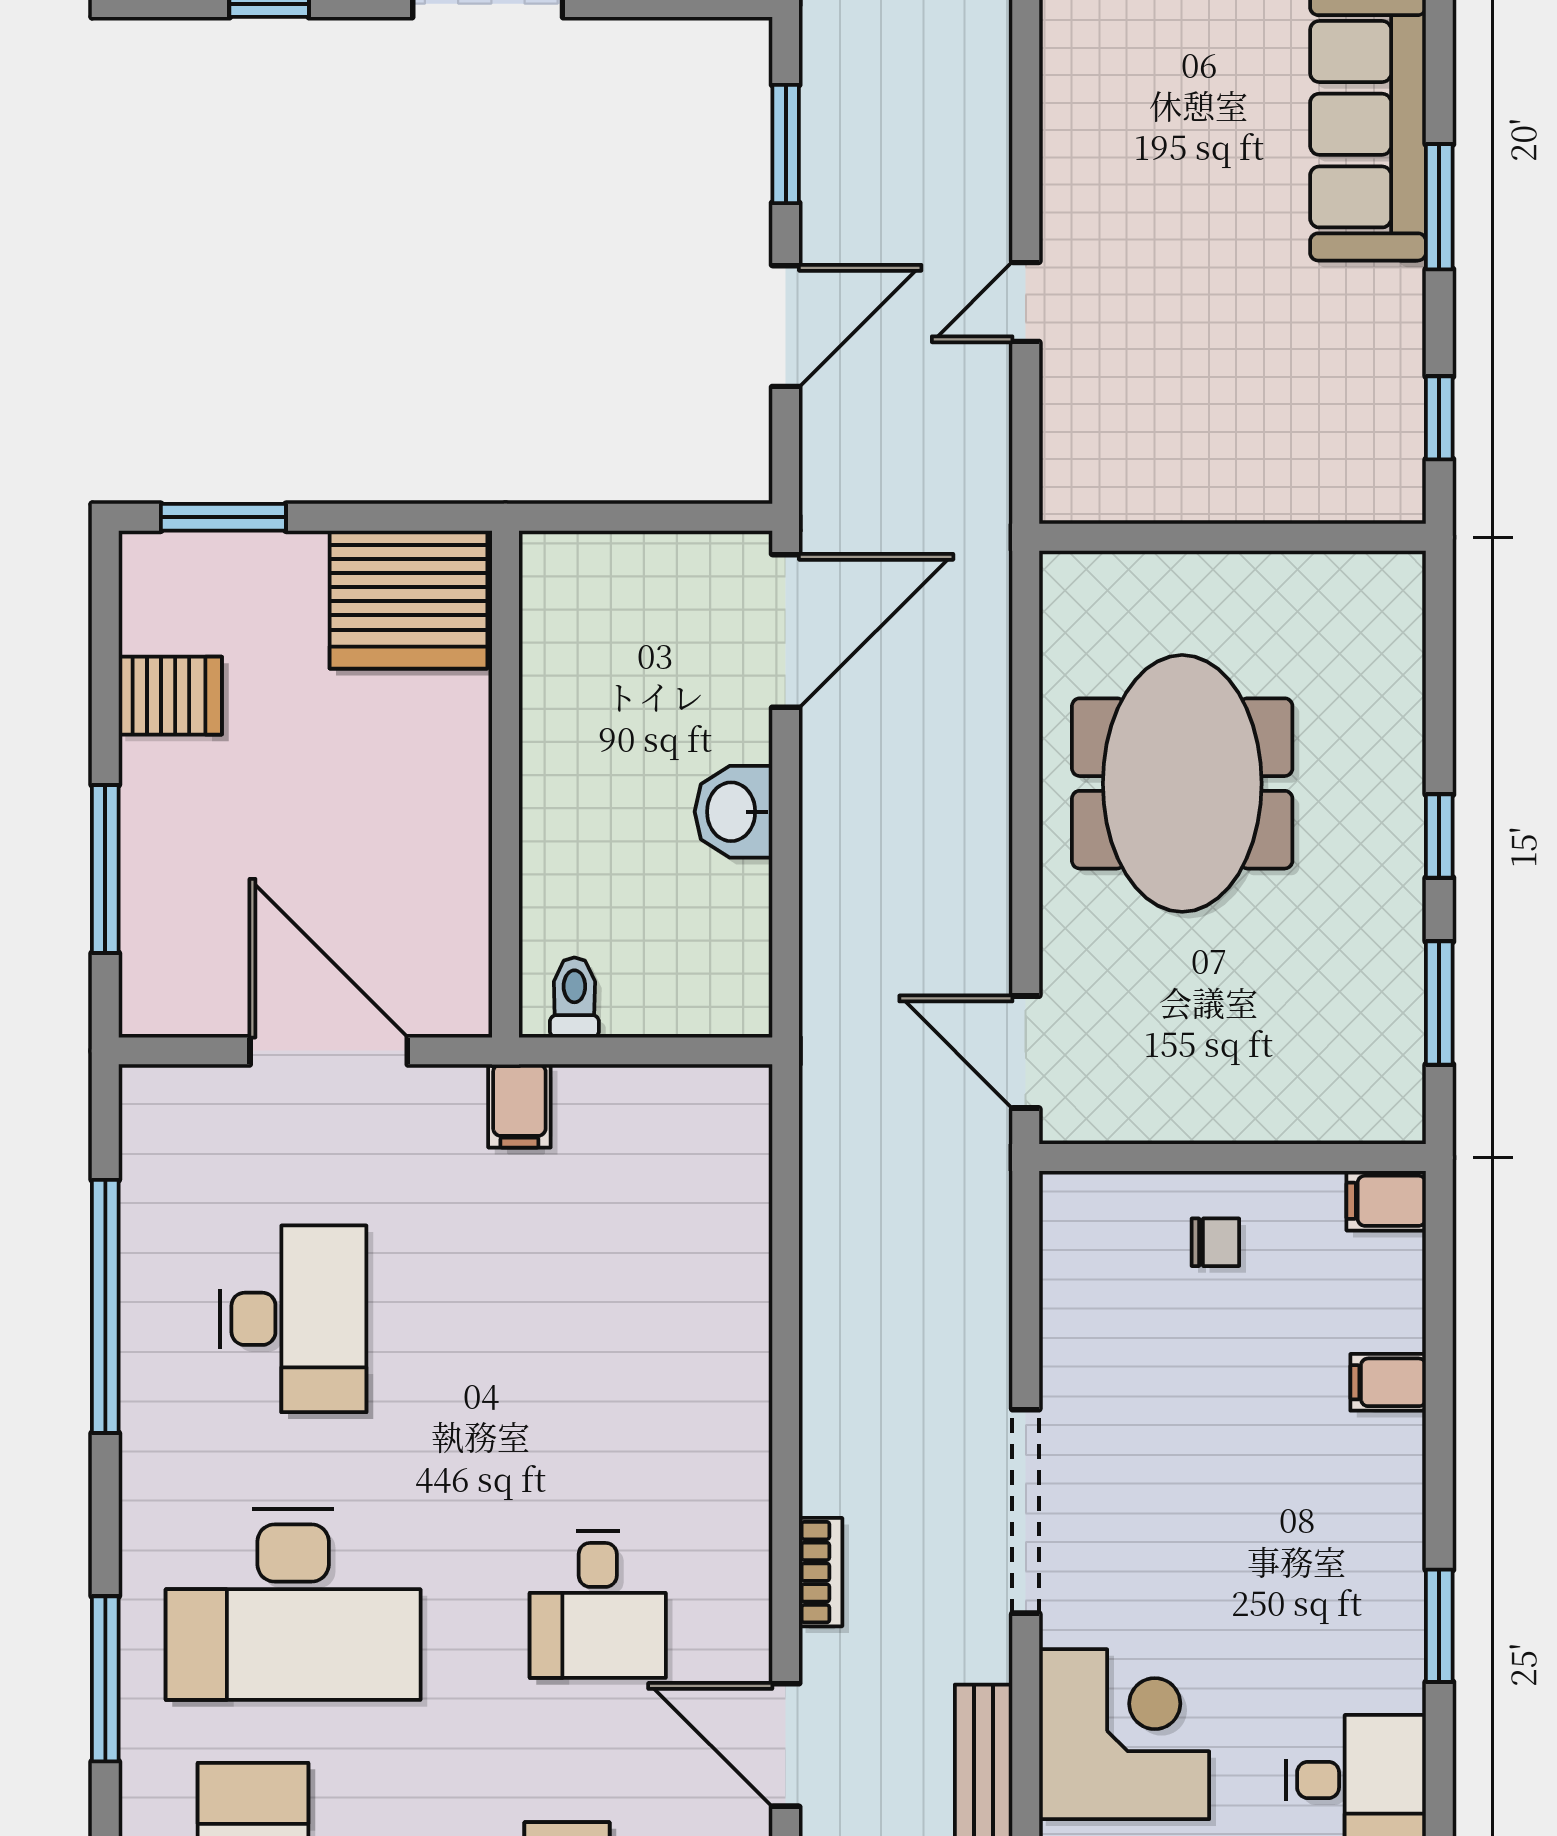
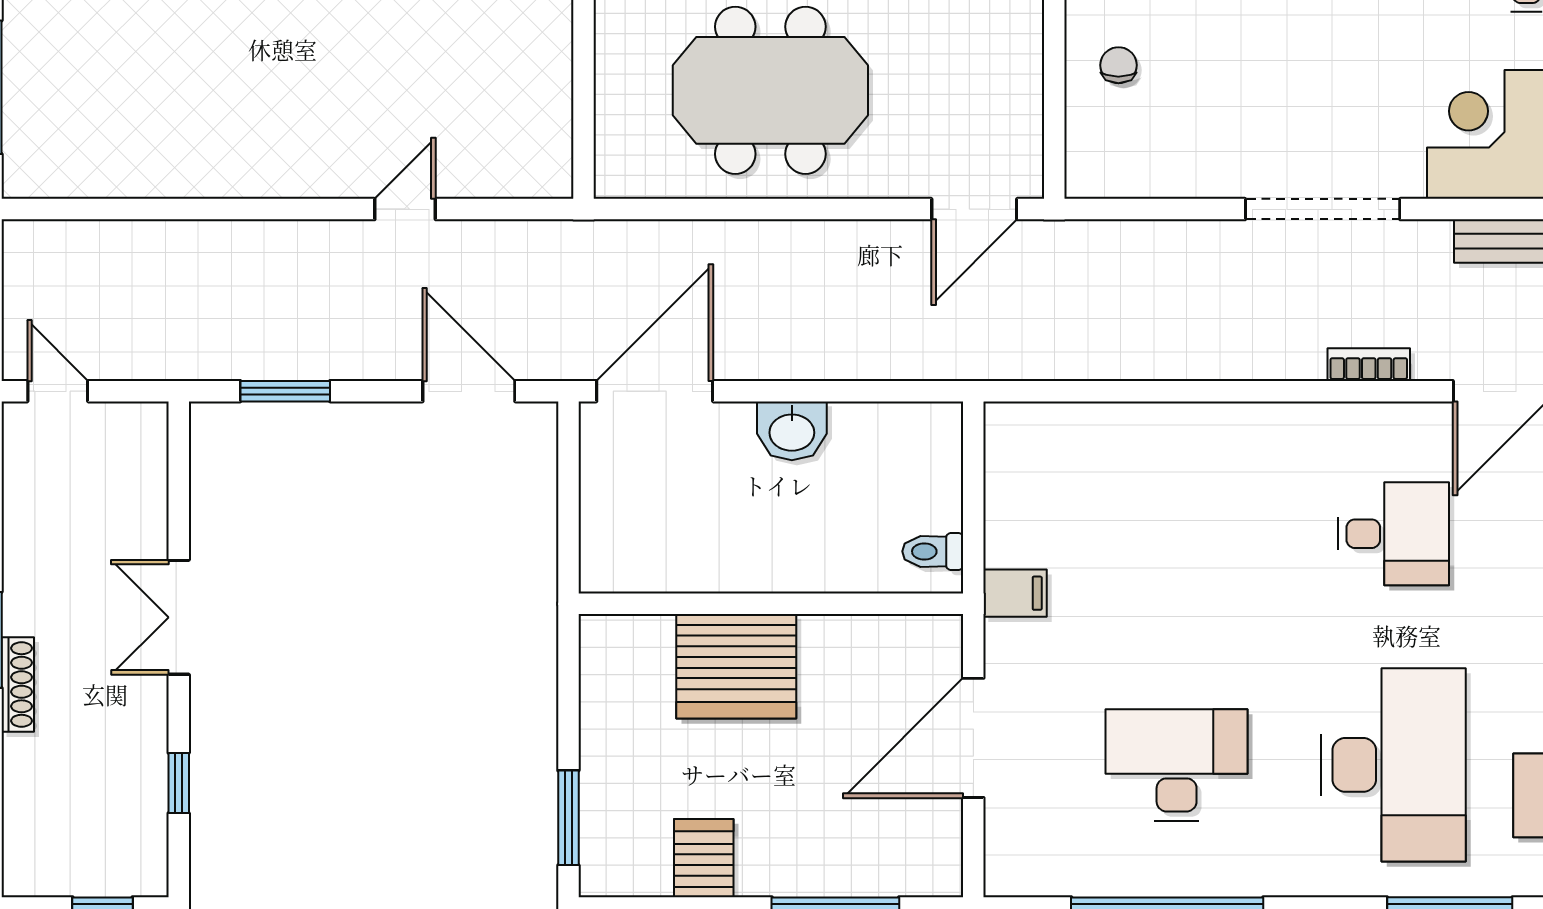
door: (1026, 302) -> (405, 209), swing flipped
door: (786, 326) -> (469, 391), moved
server rack: (408, 600) -> (736, 666), moved, turned 90
door: (786, 631) -> (655, 391), hinge flipped

